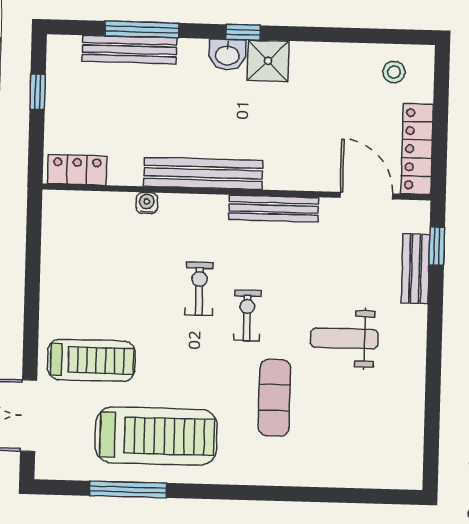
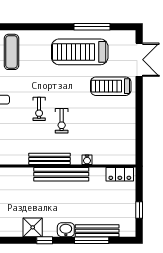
washbasin: (227, 55) -> (66, 230), moved
bench: (274, 209) -> (50, 159), moved
exercise mat: (274, 398) -> (11, 52), moved

